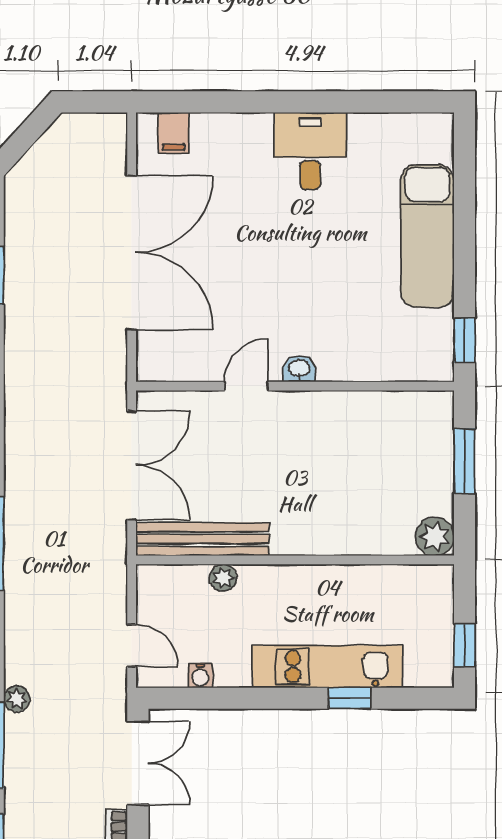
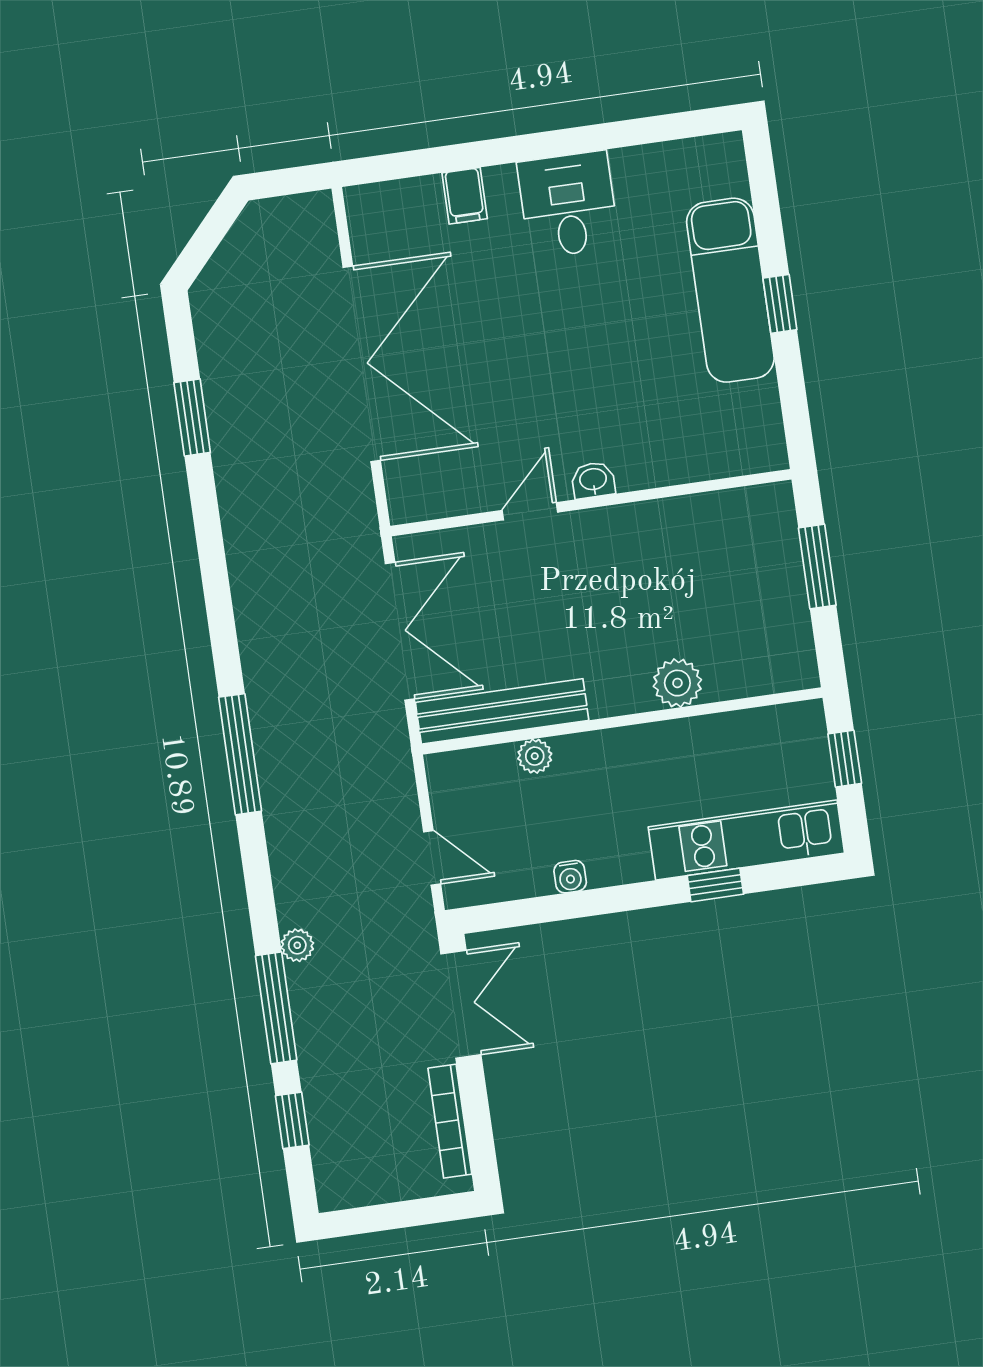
filing cabinet: (173, 133) -> (465, 196), moved
window: (464, 340) -> (780, 304), moved
plant: (435, 536) -> (677, 683), moved
window: (464, 645) -> (845, 759), moved
kitchen unit: (327, 667) -> (746, 840), moved
water cooler: (200, 676) -> (570, 877), moved

